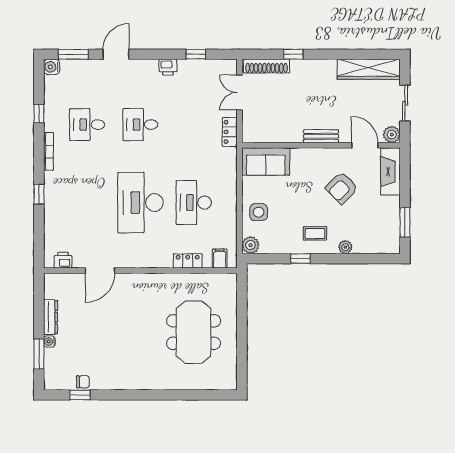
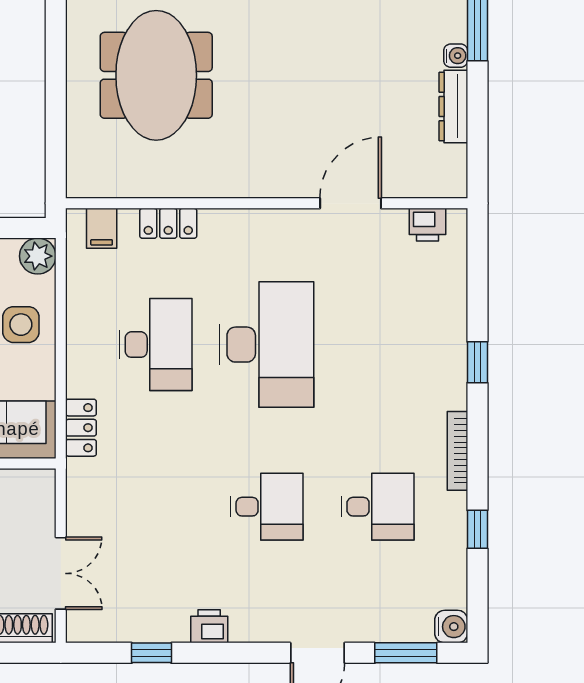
locker: (230, 132) -> (81, 428), moved

